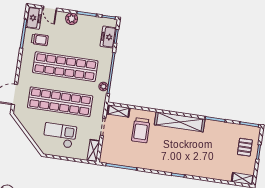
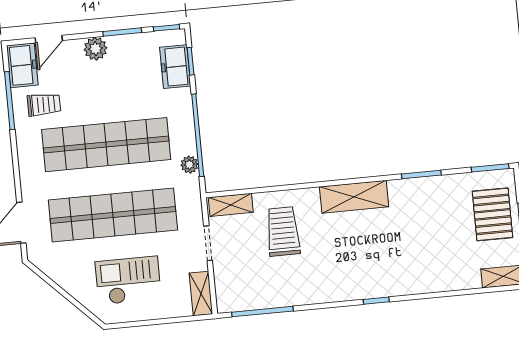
door: (50, 8) -> (49, 39), hinge flipped
shelving: (180, 122) -> (354, 197), width x0.68
trolley: (141, 130) -> (283, 231), turned 180
pallet: (245, 147) -> (492, 214), width x1.50, depth x1.42

